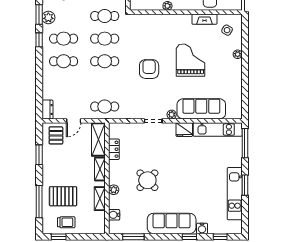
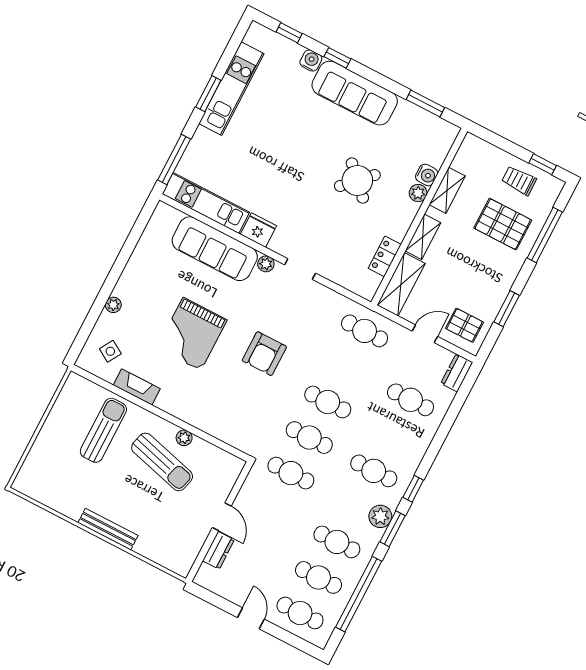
cafe table: (64, 61) -> (411, 400), moved
pallet: (56, 135) -> (464, 325), turned 90
water cooler: (114, 215) -> (427, 175), moved

